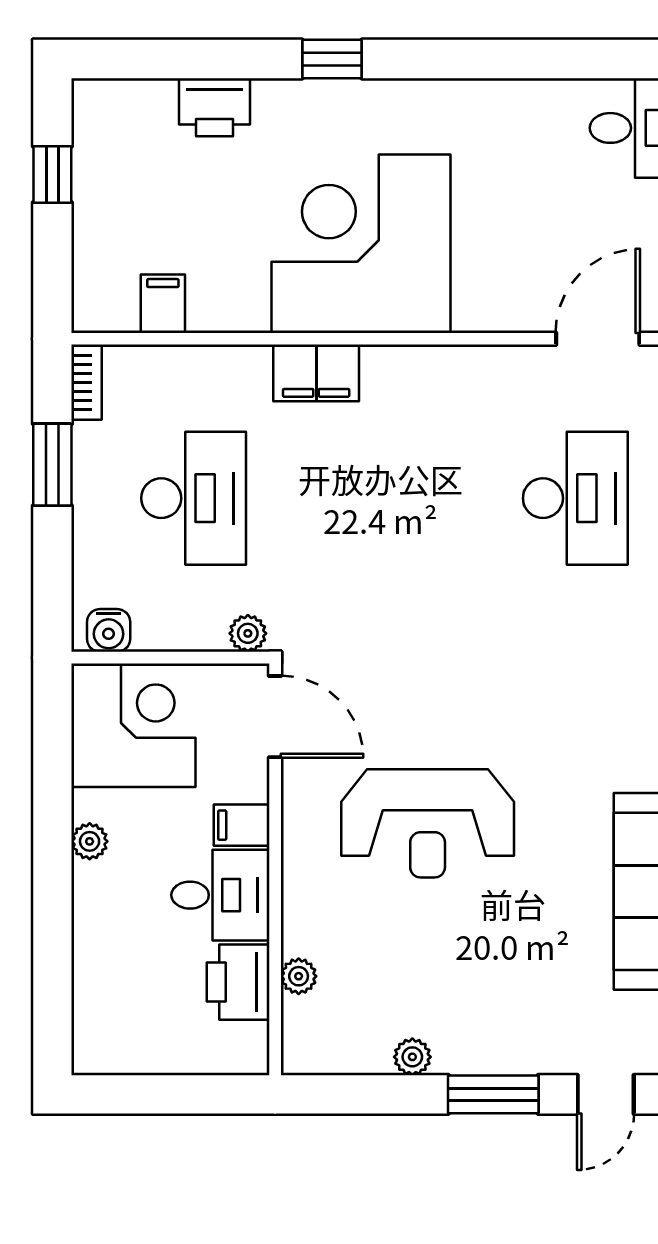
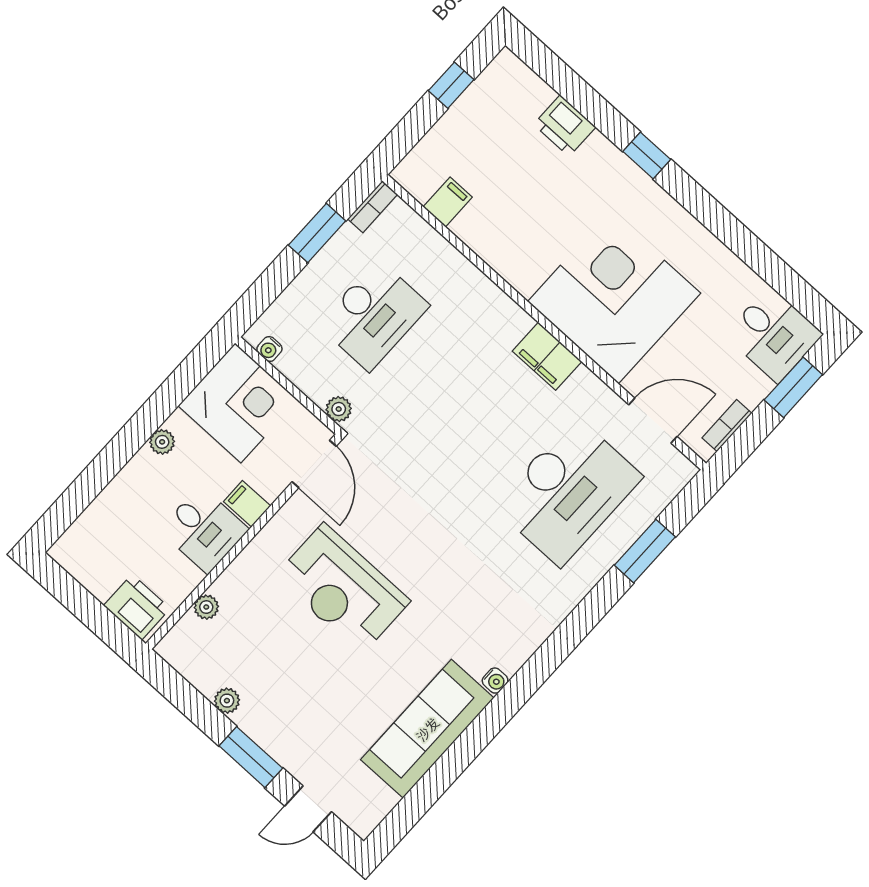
corner desk: (361, 244) -> (614, 297), moved
filing cabinet: (316, 373) -> (547, 356), moved
desk: (575, 498) -> (568, 491), width x1.36, depth x1.30
water cooler: (109, 630) -> (269, 349), width x0.72, depth x0.72
printer: (238, 982) -> (137, 607), moved, turned 90

